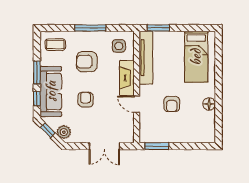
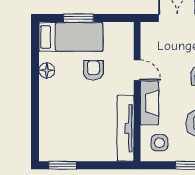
window: (158, 28) -> (63, 165), moved
bed: (196, 57) -> (71, 37), moved, turned 90
window: (157, 146) -> (78, 18), moved

